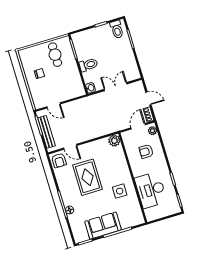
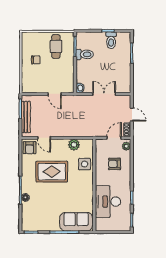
toilet: (117, 29) -> (111, 40), moved
toilet: (88, 65) -> (85, 54), moved
door: (54, 105) -> (55, 94), moved
plant: (114, 141) -> (74, 145), moved
rug: (88, 177) -> (52, 172), turned 90
side table: (120, 191) -> (85, 164), moved
sofa: (103, 226) -> (76, 222), moved

